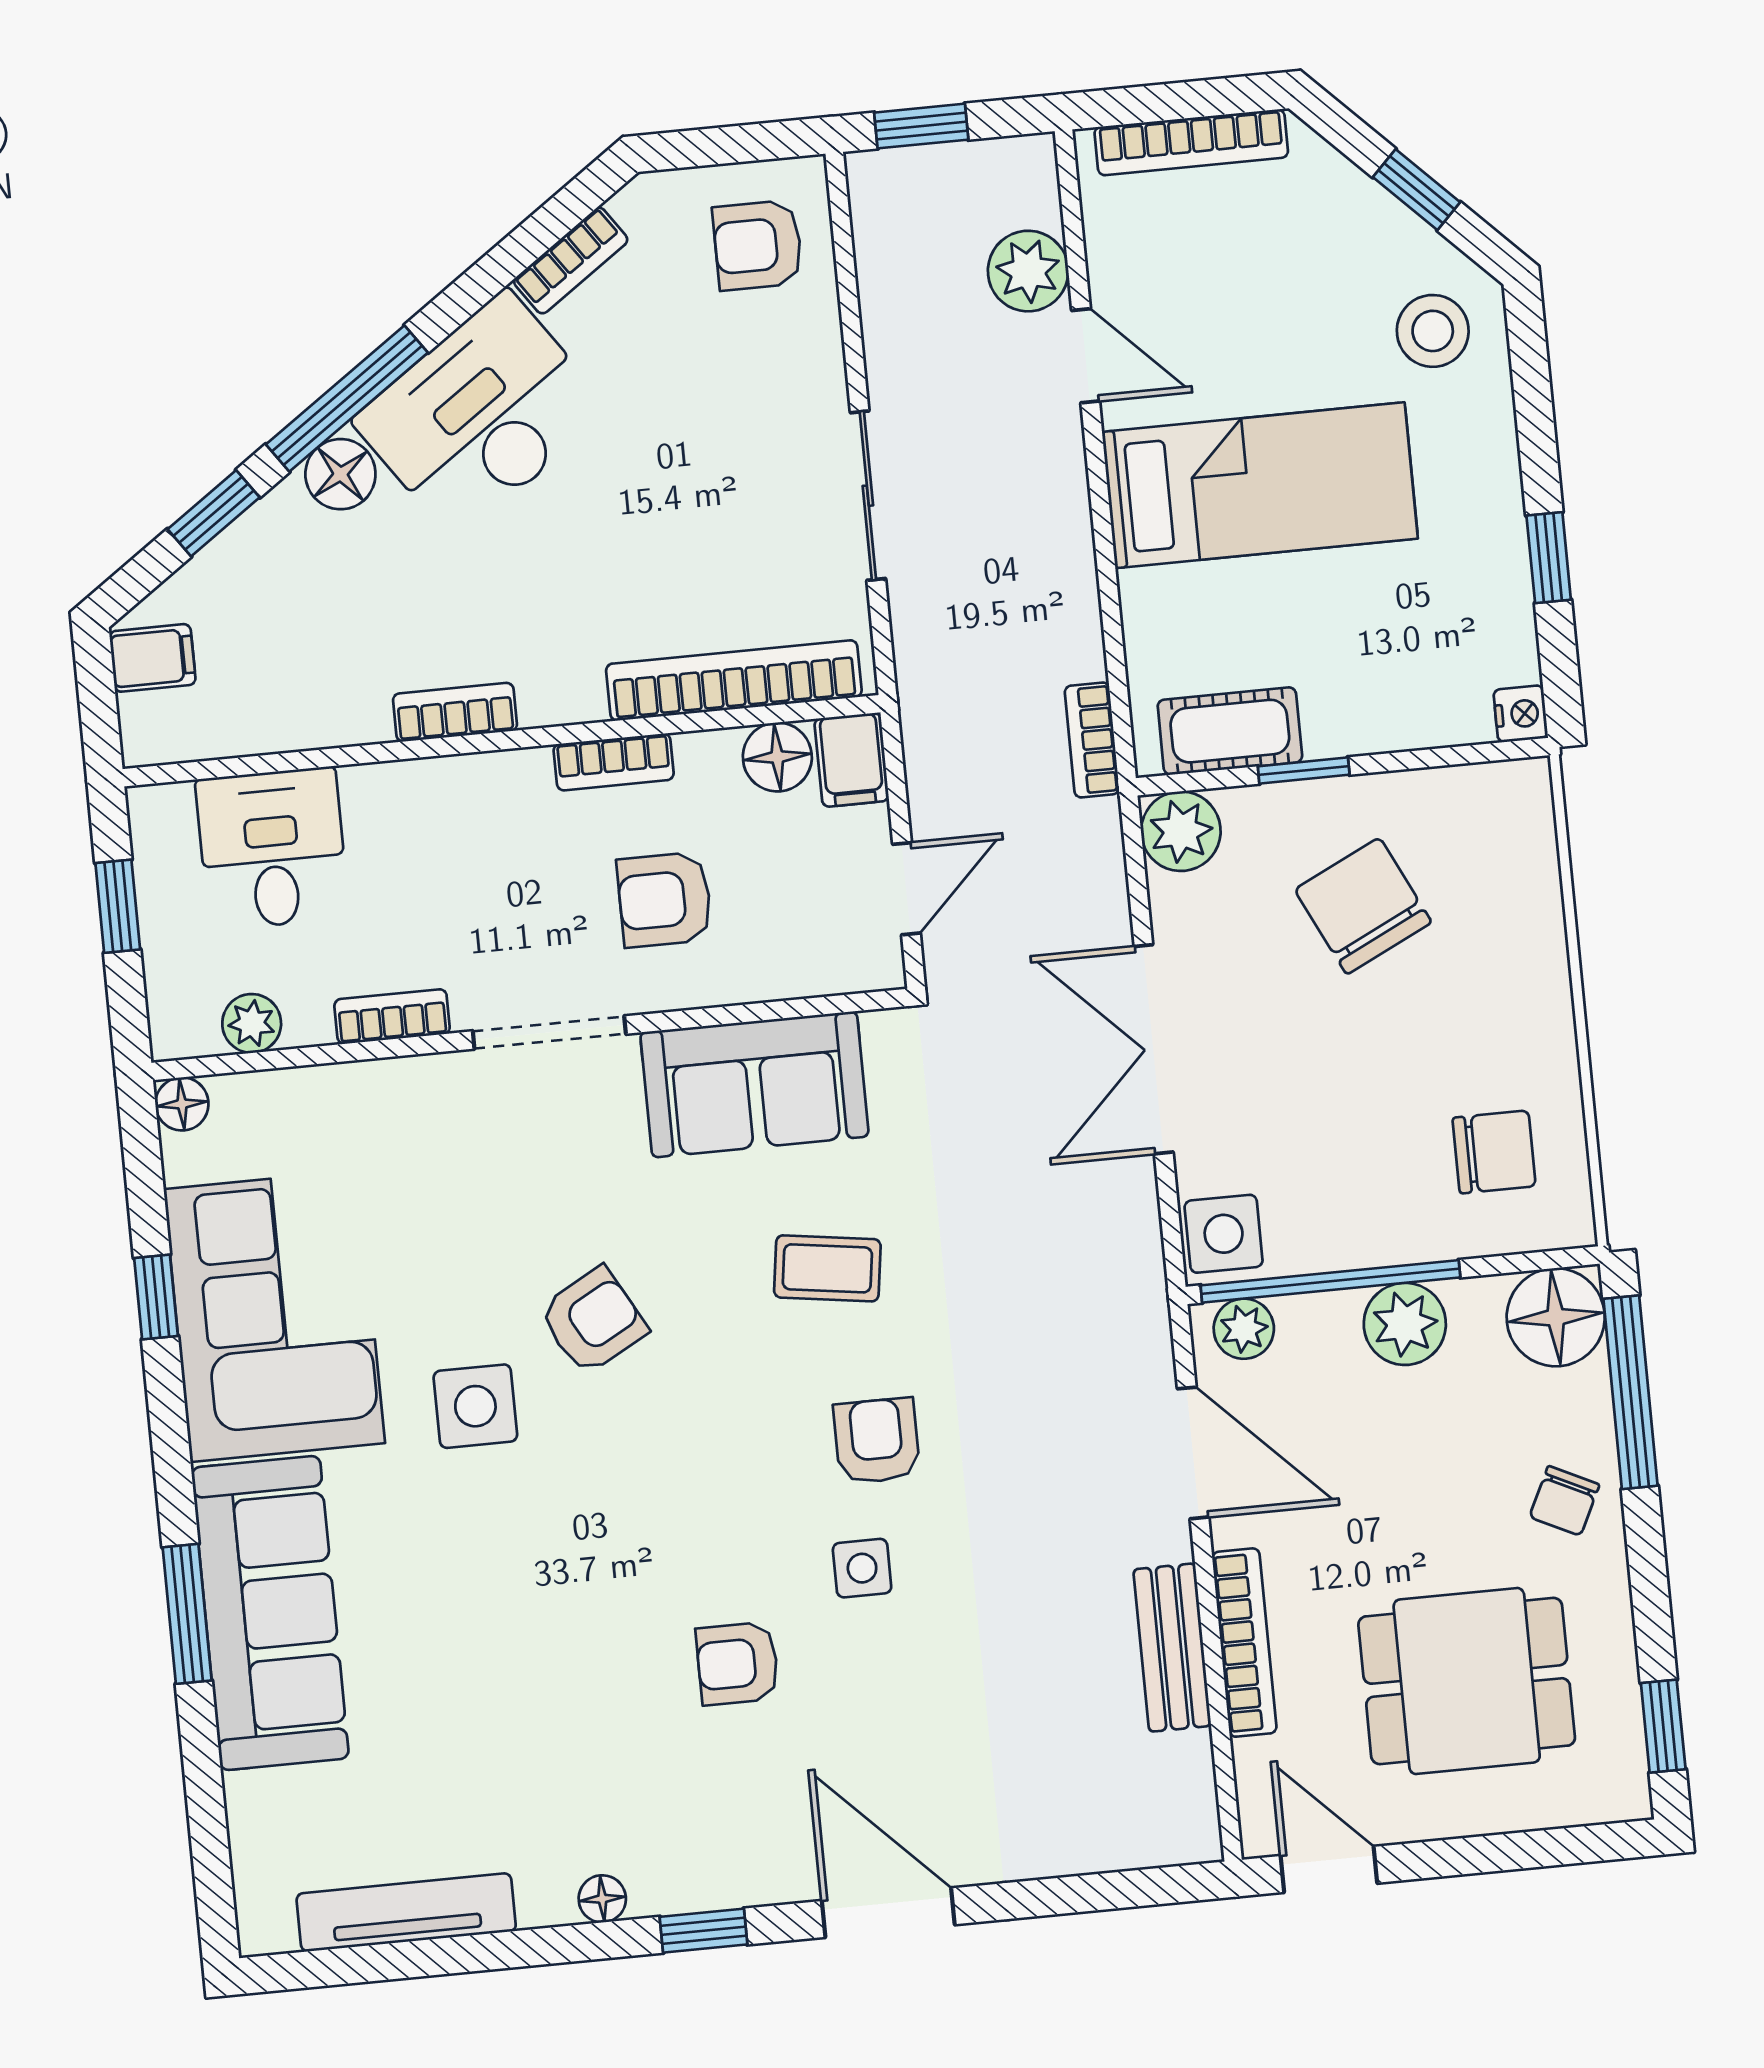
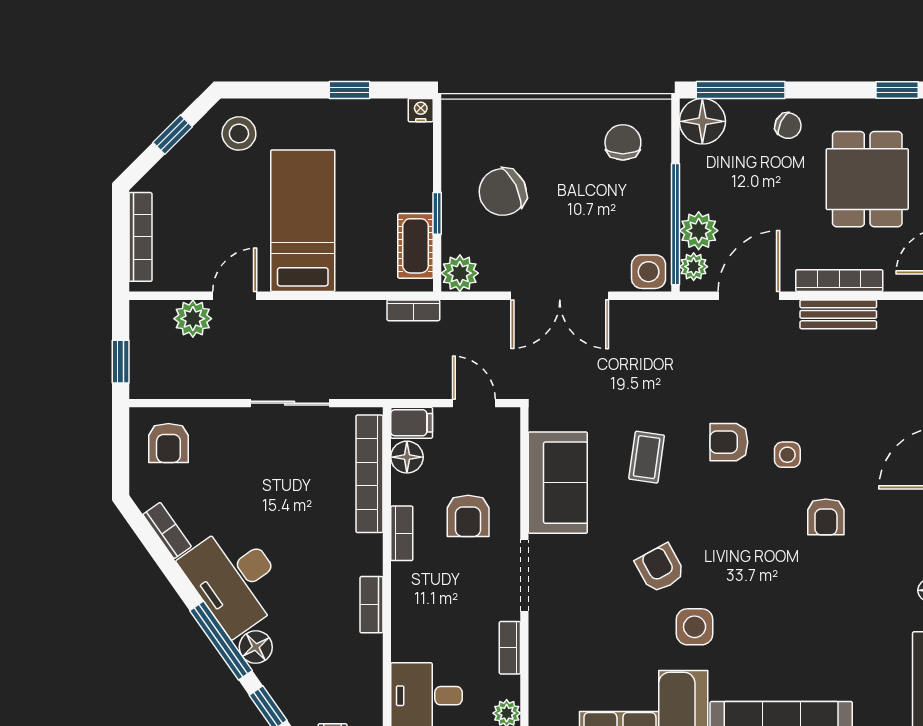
plant: (1405, 1324) -> (699, 231), moved

